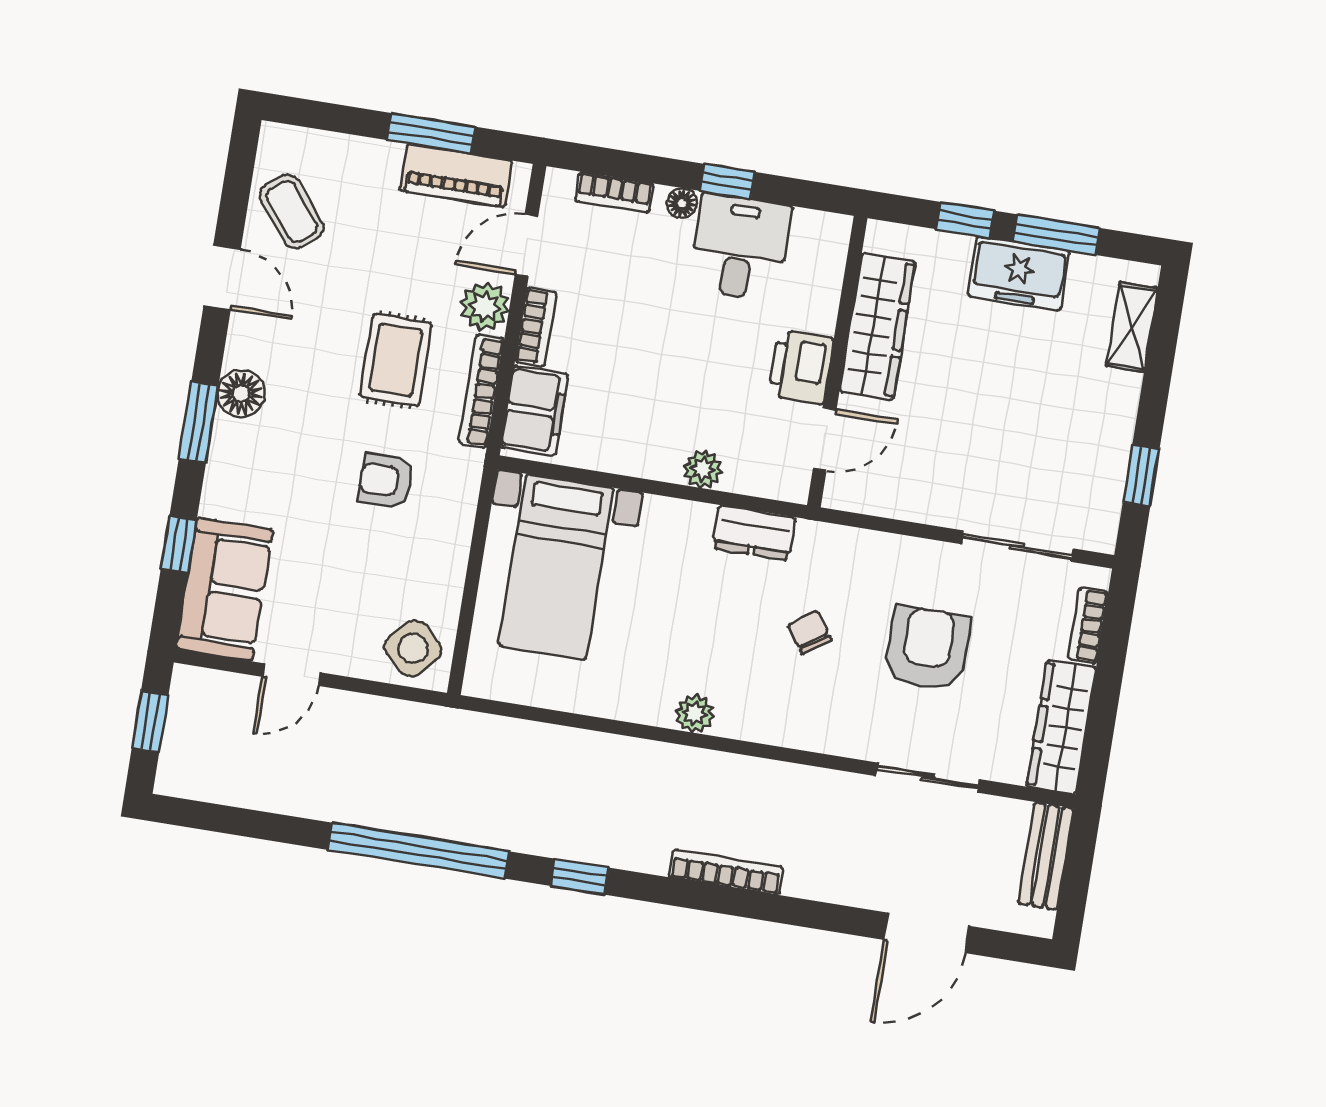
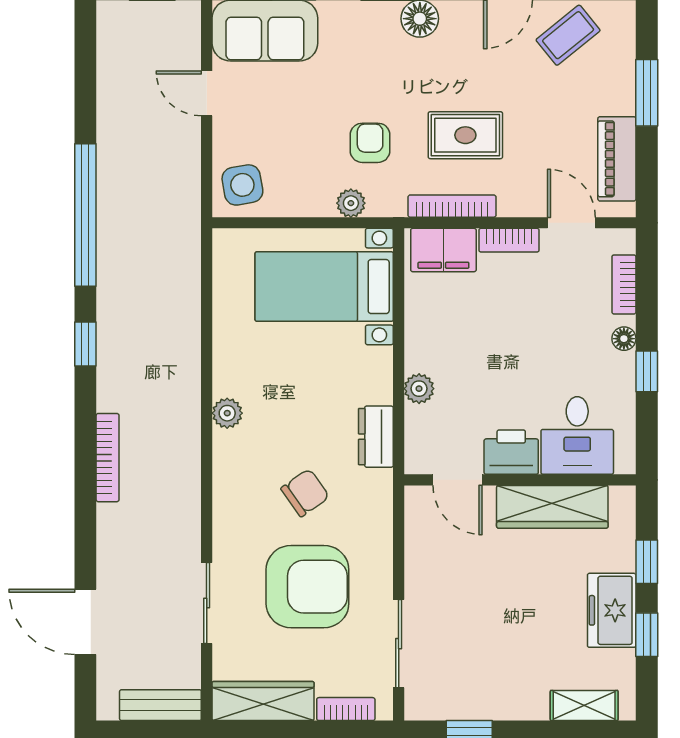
window: (431, 133) -> (647, 93), moved
window: (1056, 235) -> (647, 635), width x0.67
desk: (740, 247) -> (577, 435), moved, turned 90
plant: (485, 307) -> (351, 203), moved, width x0.73, depth x0.73
chair: (810, 632) -> (305, 493), width x1.37, depth x1.37
side table: (413, 648) -> (242, 185), turned 38
armchair: (927, 648) -> (307, 587), width x1.36, depth x1.36

